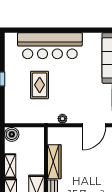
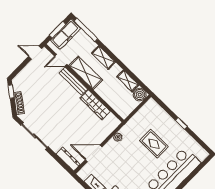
door: (94, 125) -> (94, 153), hinge flipped
shelving: (10, 166) -> (128, 81), moved

